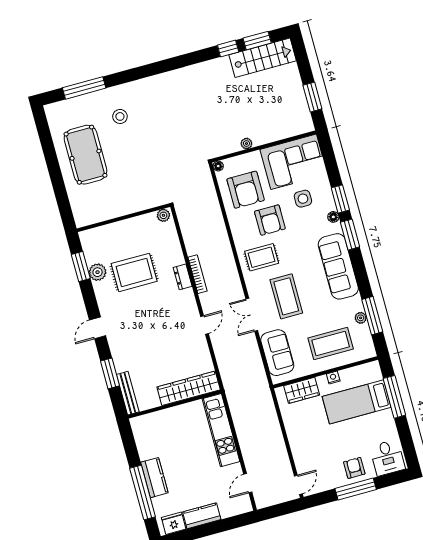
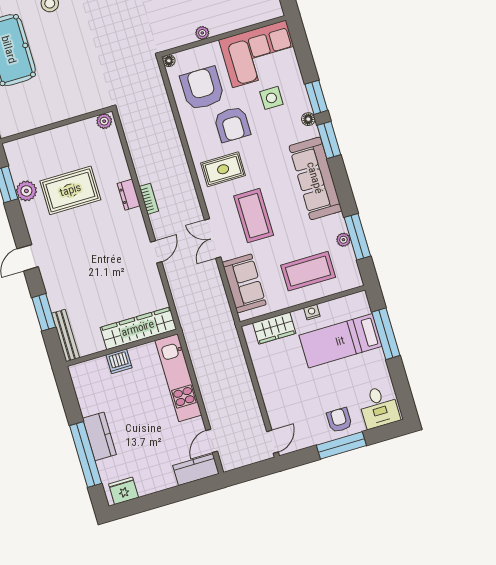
armchair: (246, 190) -> (202, 88), turned 180
bookcase: (197, 274) -> (149, 199), width x0.64
dishwasher: (172, 415) -> (119, 361), added
kitchen counter: (202, 516) -> (196, 470), moved

